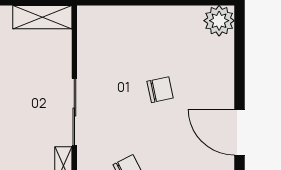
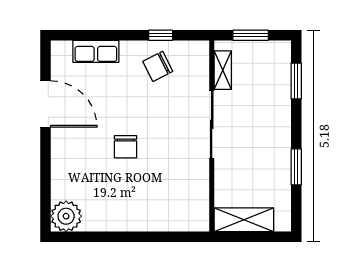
chair: (160, 90) -> (126, 147), turned -78

